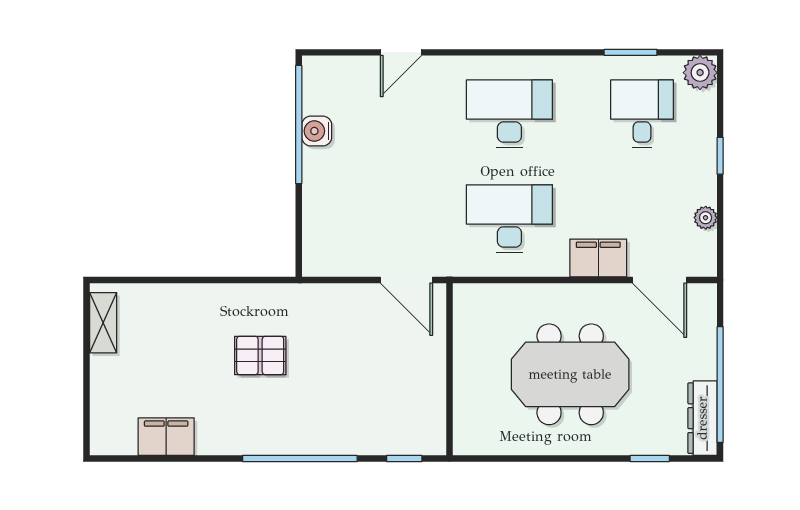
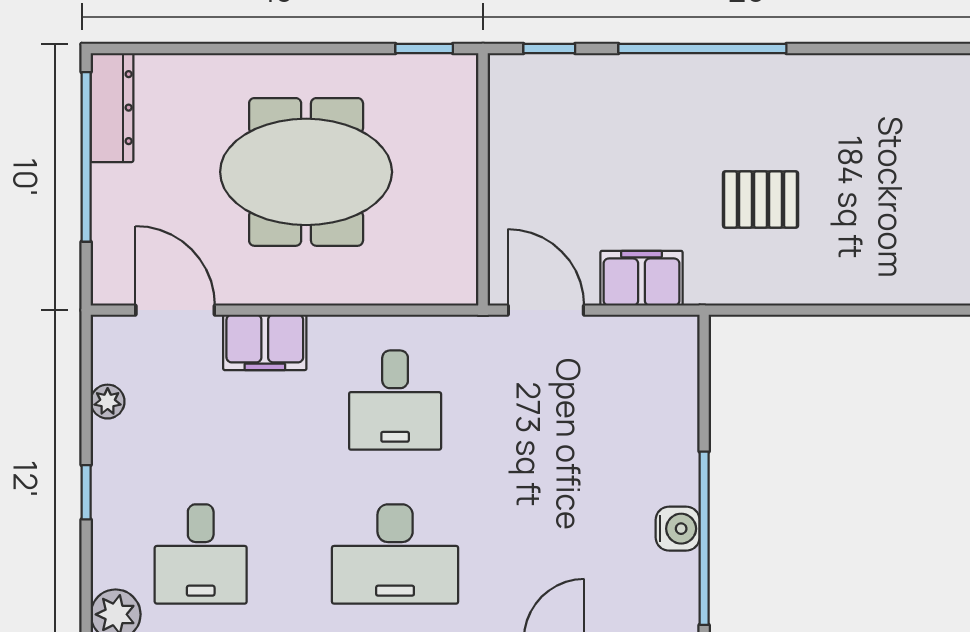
desk: (509, 219) -> (395, 400), width x0.73
filing cabinet: (166, 437) -> (641, 278), moved, turned 180
window: (650, 458) -> (424, 49), moved

